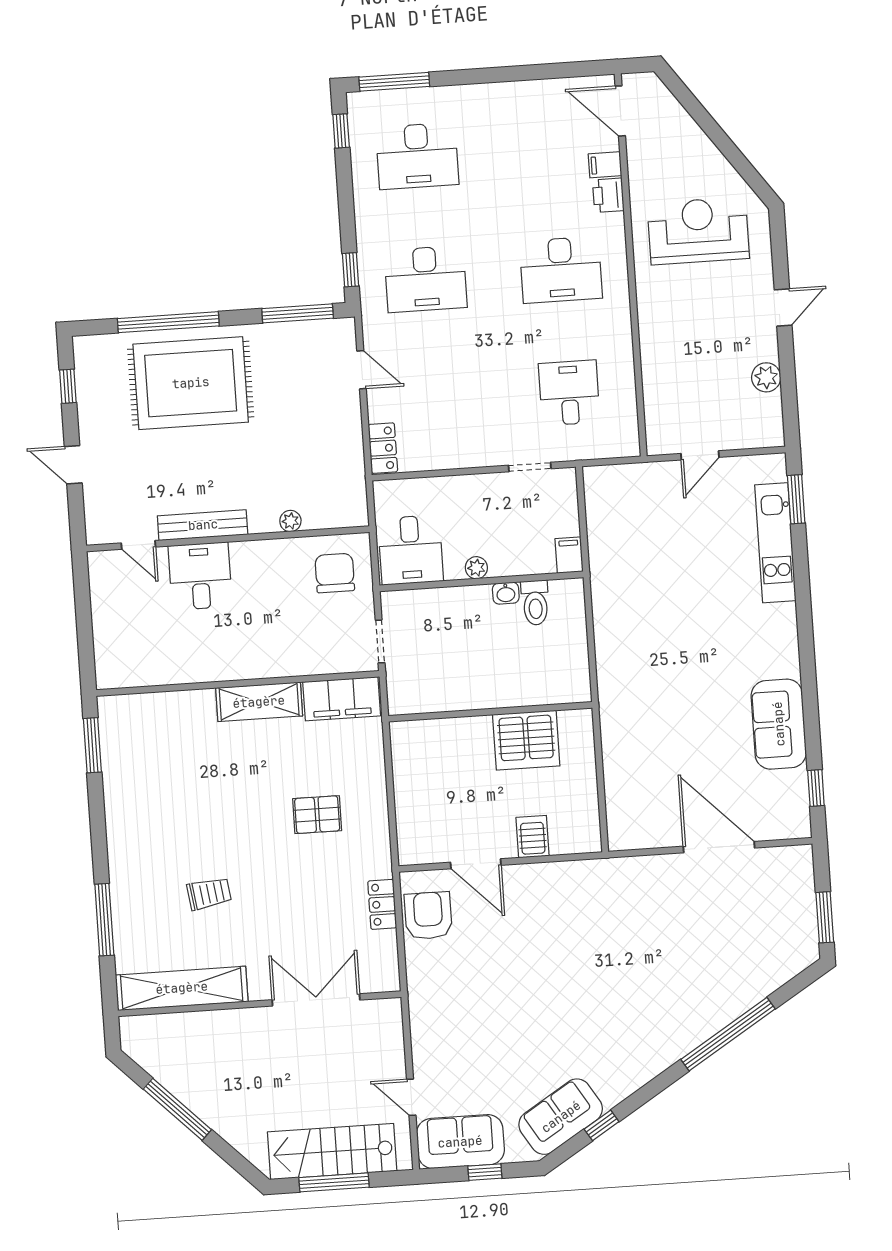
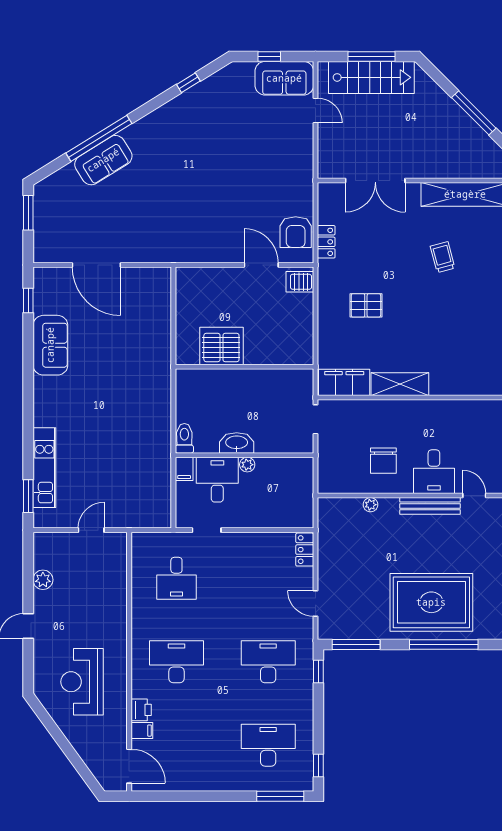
reception desk: (698, 231) -> (82, 682), turned 90
desk: (411, 550) -> (217, 480), moved
chair: (335, 573) -> (383, 461), moved
washbasin: (506, 593) -> (237, 443), width x1.91, depth x1.45
toilet: (535, 603) -> (184, 438), moved
server rack: (533, 837) -> (300, 282), moved, turned 90
trolley: (209, 894) -> (443, 257), turned 83
sofa: (561, 1117) -> (103, 160), moved

